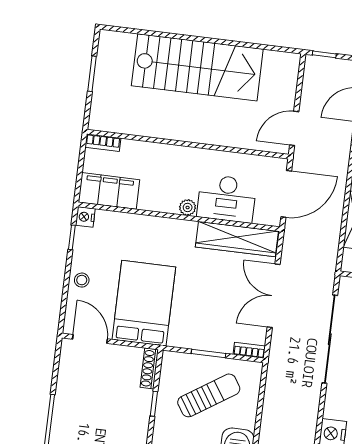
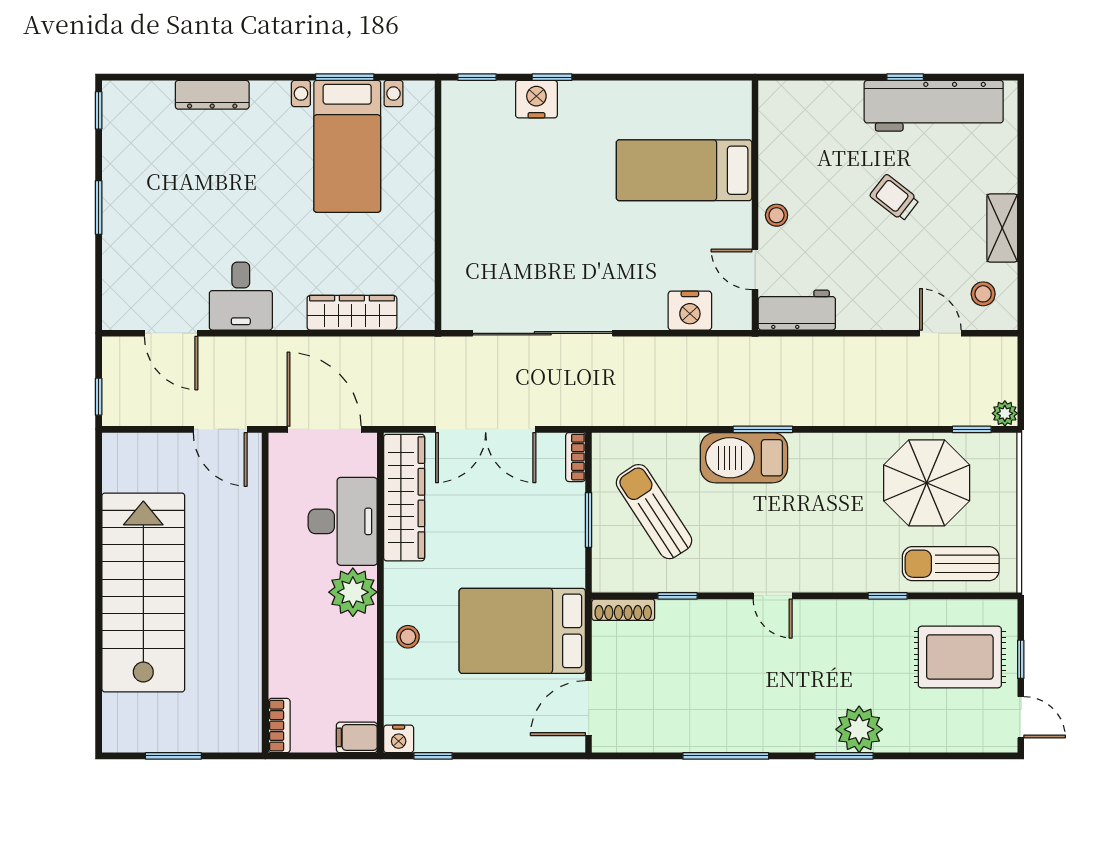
filing cabinet: (109, 191) -> (357, 737), width x0.33, depth x0.86
plant: (188, 207) -> (353, 592), width x1.87, depth x1.87
stool: (82, 280) -> (408, 637), moved

